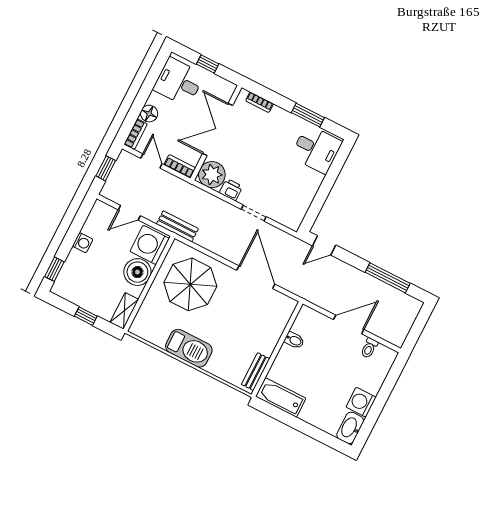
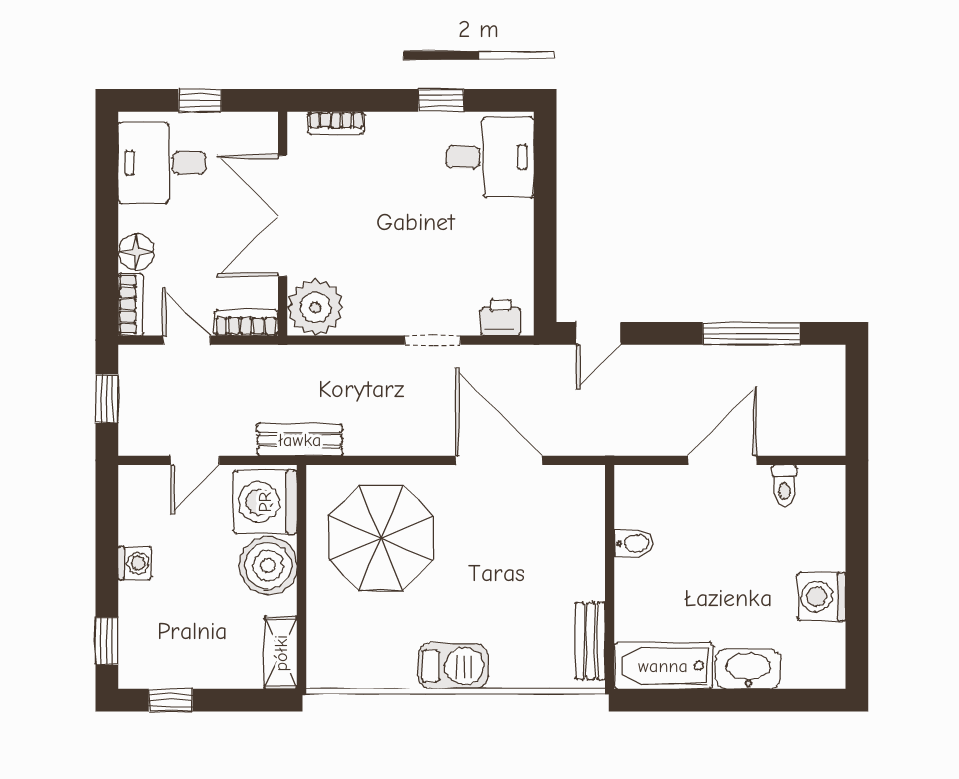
window: (308, 115) -> (441, 100), width x0.67
printer: (231, 190) -> (501, 318), moved
window: (86, 316) -> (171, 700), moved
barbecue: (189, 348) -> (453, 666), width x0.73, depth x0.83
washbasin: (350, 428) -> (748, 669), moved, turned 90

